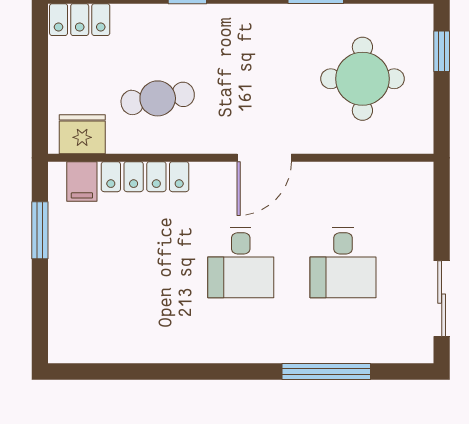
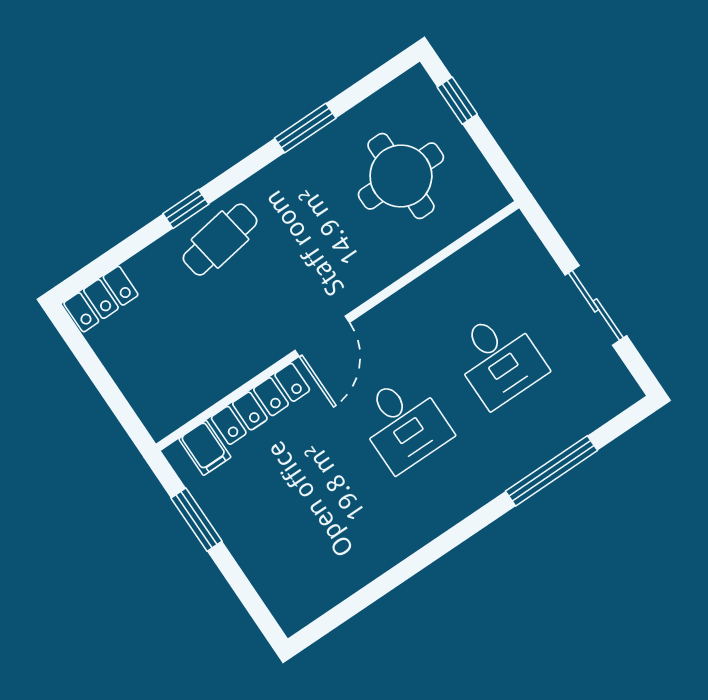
cafe table: (158, 98) -> (220, 240), moved
fridge: (82, 134) -> (175, 404), removed
door: (264, 158) -> (322, 336), moved
sliding door: (442, 299) -> (596, 305), moved

